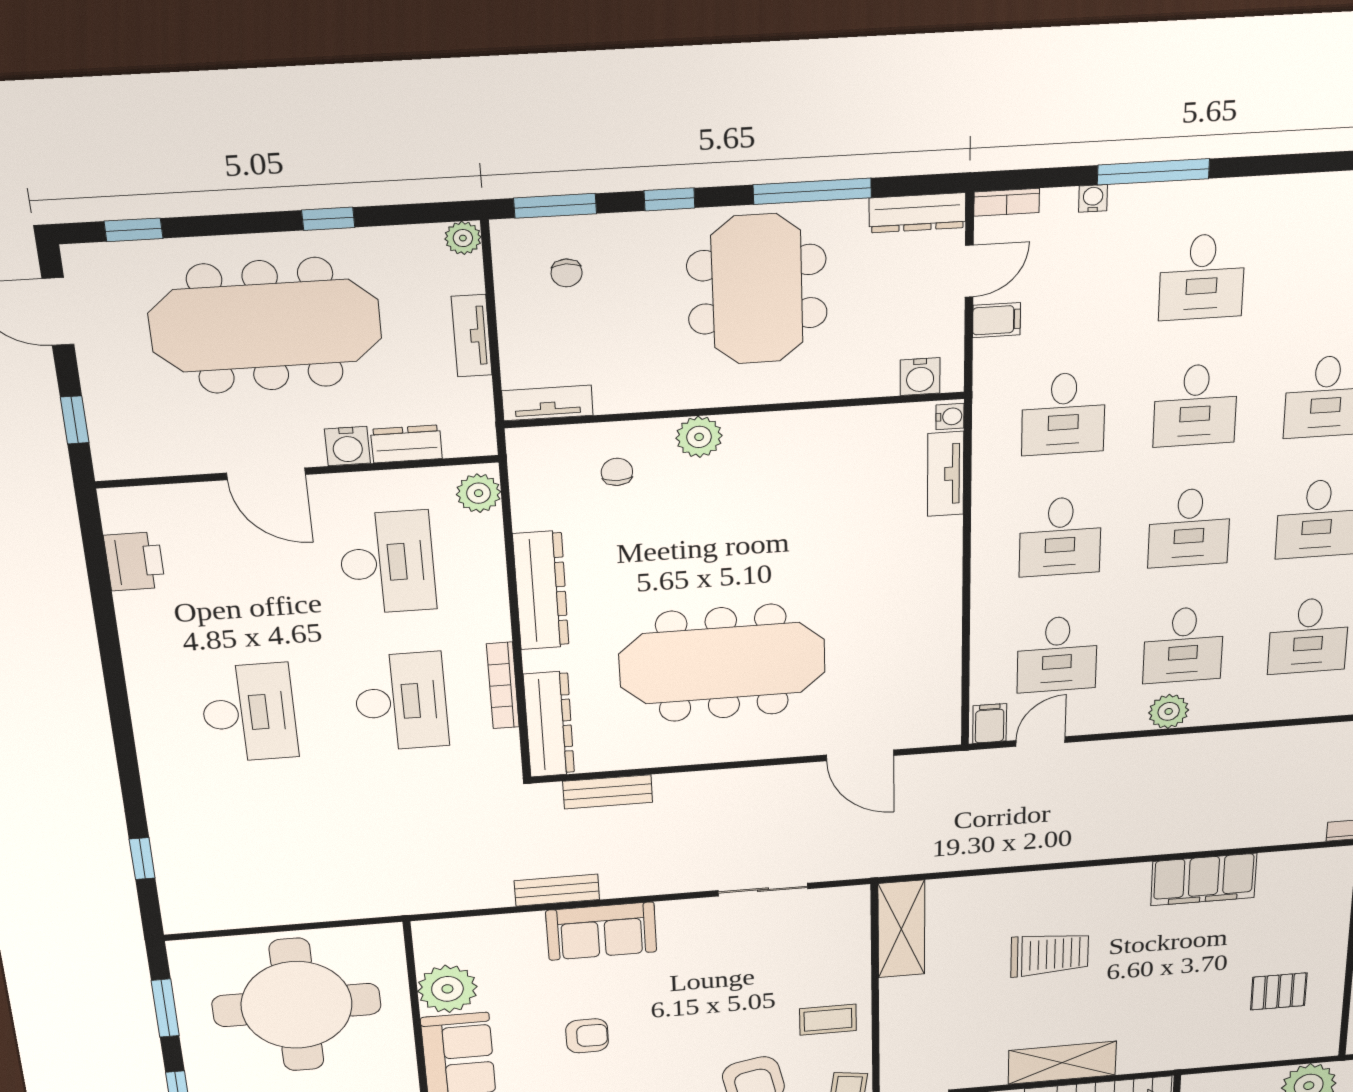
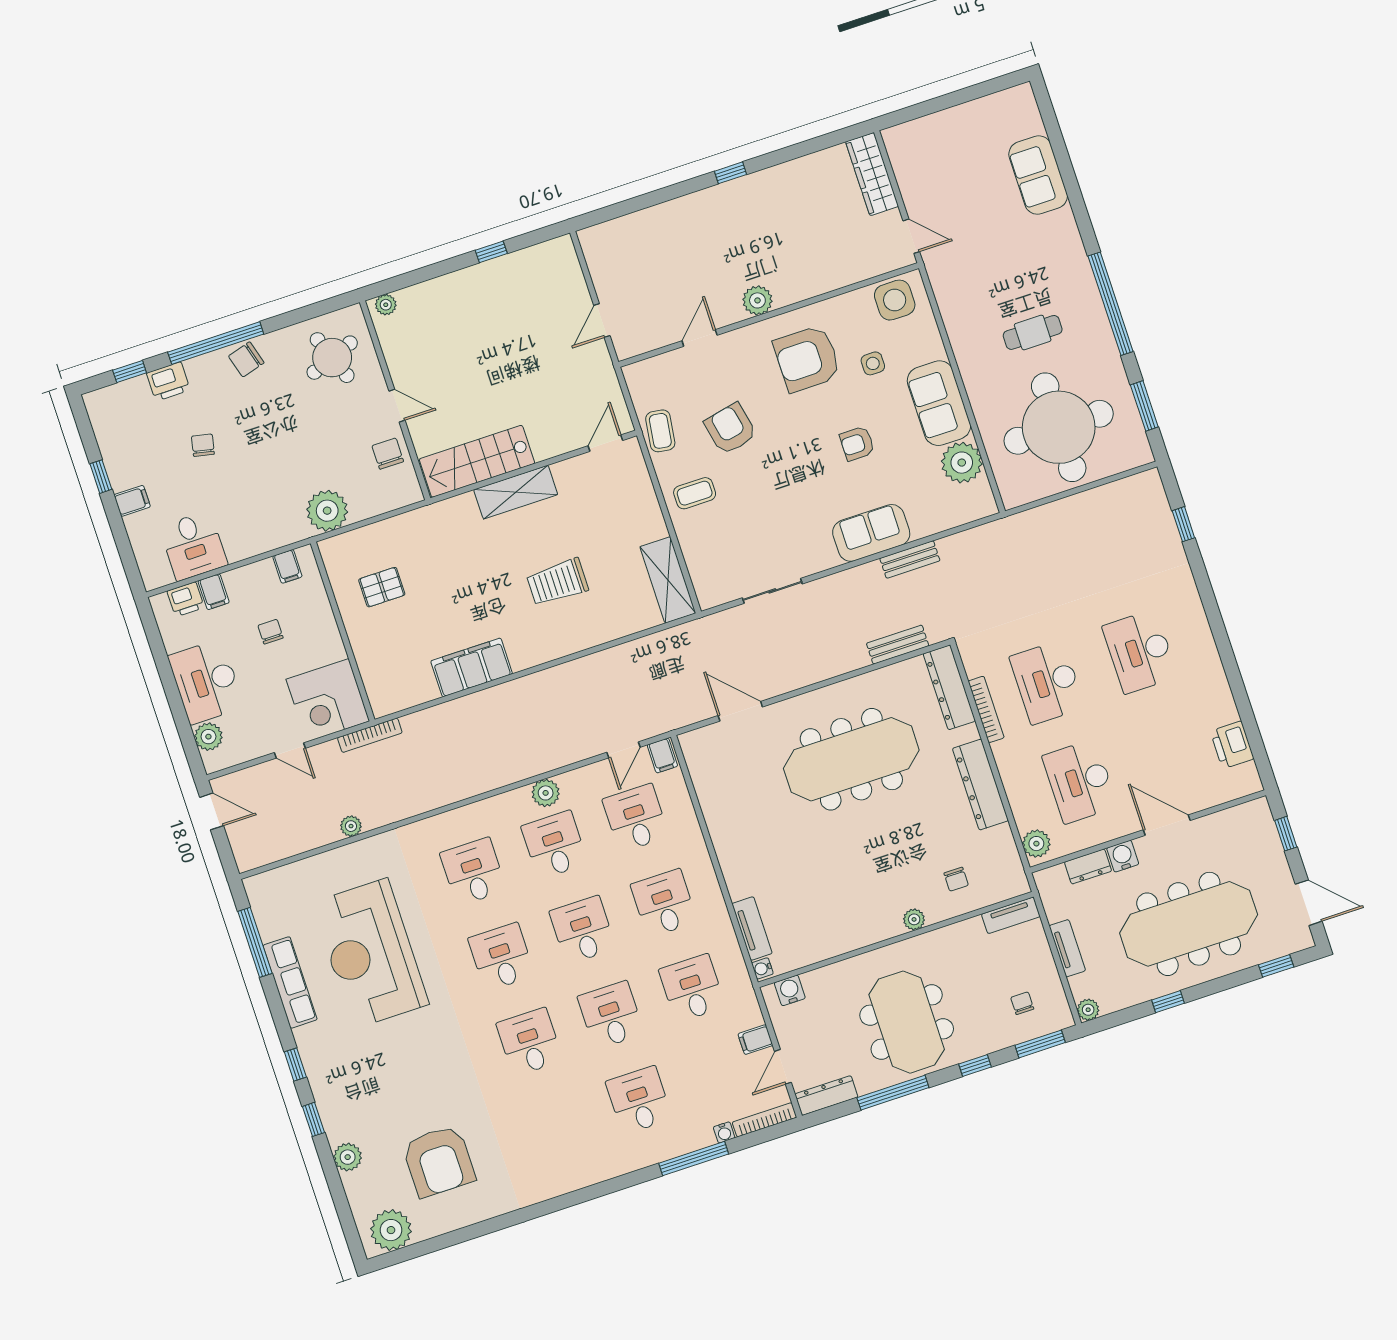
bookcase: (1007, 202) -> (764, 1120), width x1.56
plant: (699, 437) -> (914, 919), width x0.73, depth x0.73

